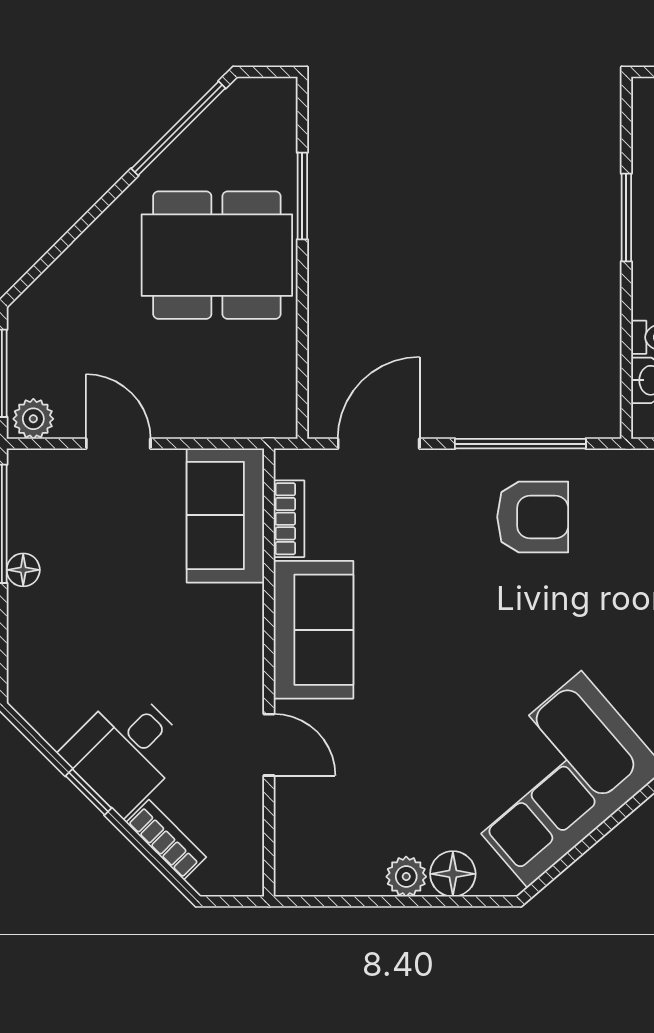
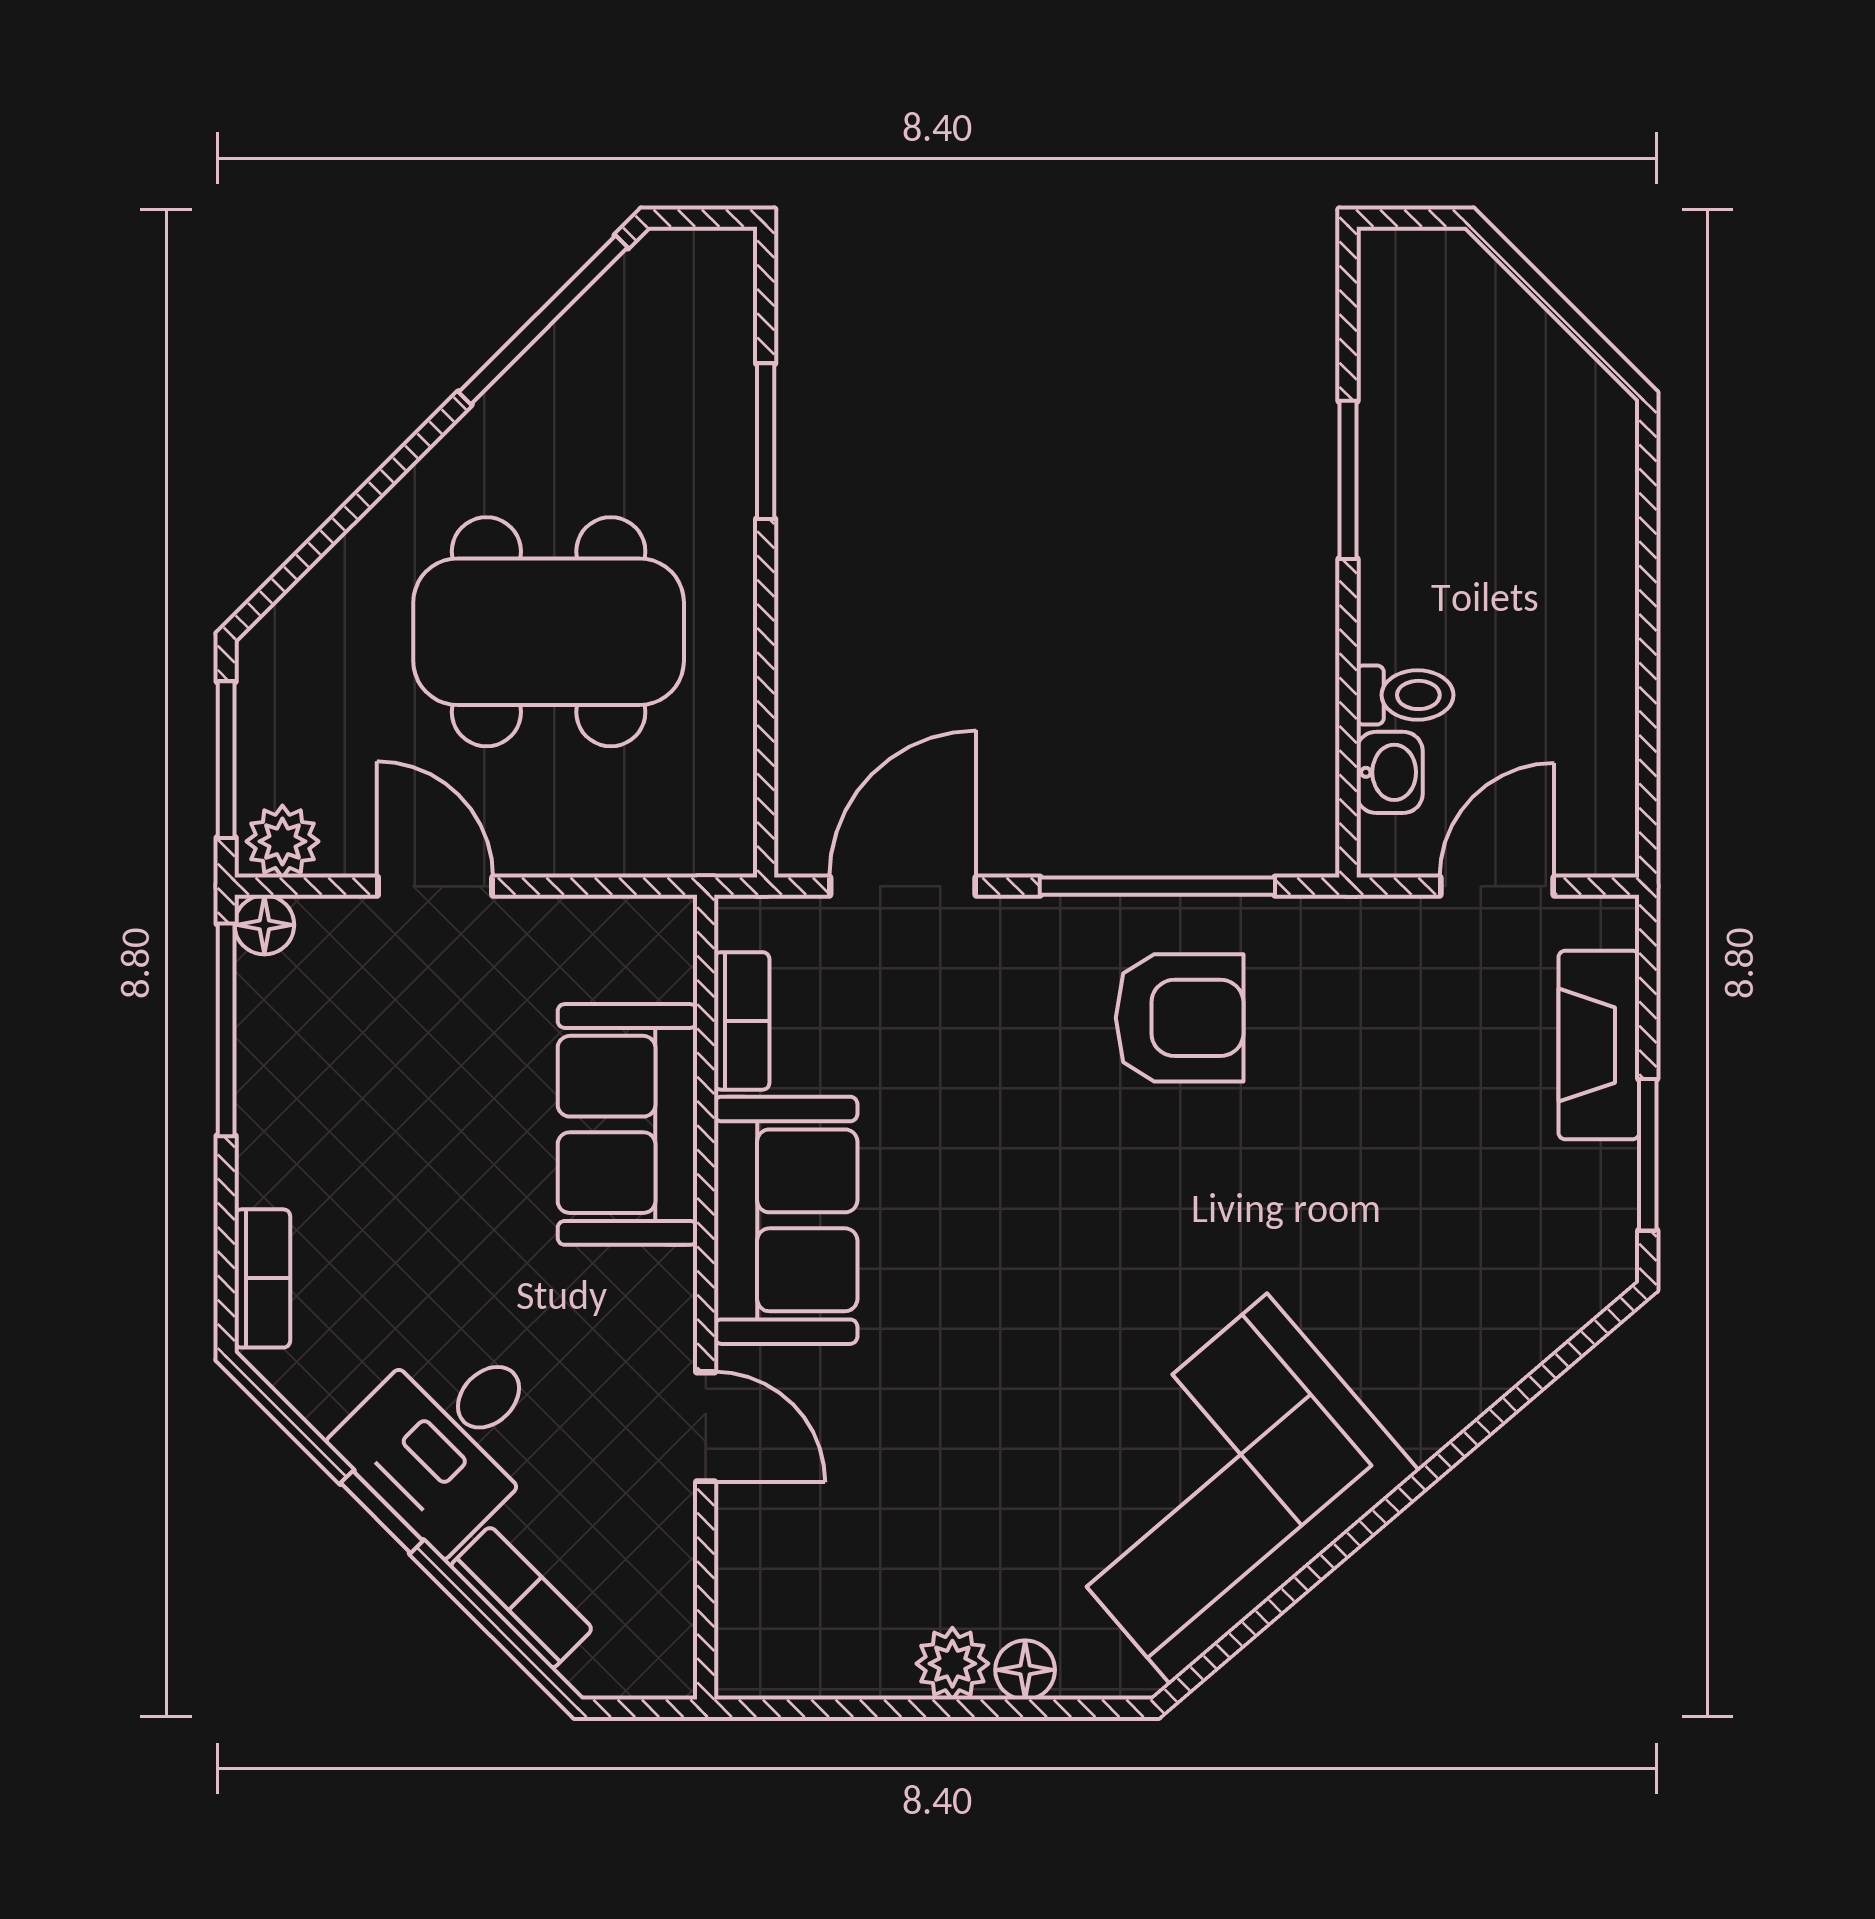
dining table: (217, 255) -> (549, 632), moved
sofa: (225, 515) -> (627, 1124), moved
floor lamp: (23, 570) -> (264, 925), moved
bookcase: (22, 662) -> (262, 1278), added
floor lamp: (453, 874) -> (1025, 1670), width x0.73, depth x0.73

